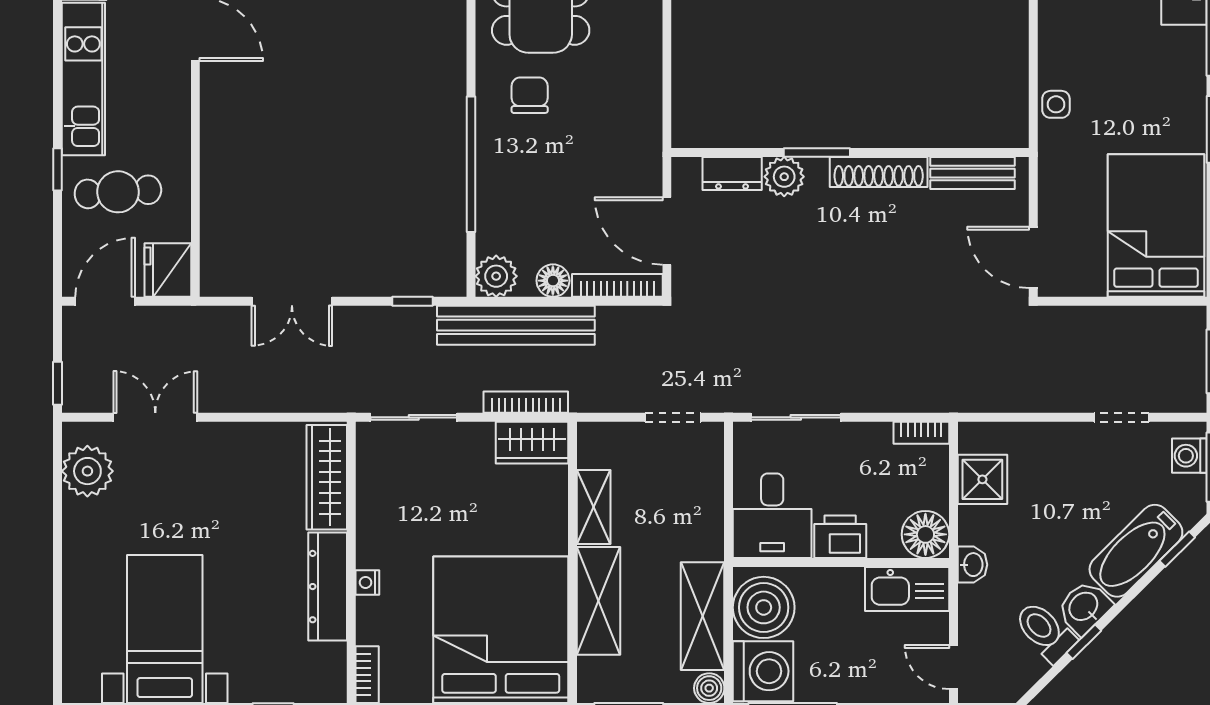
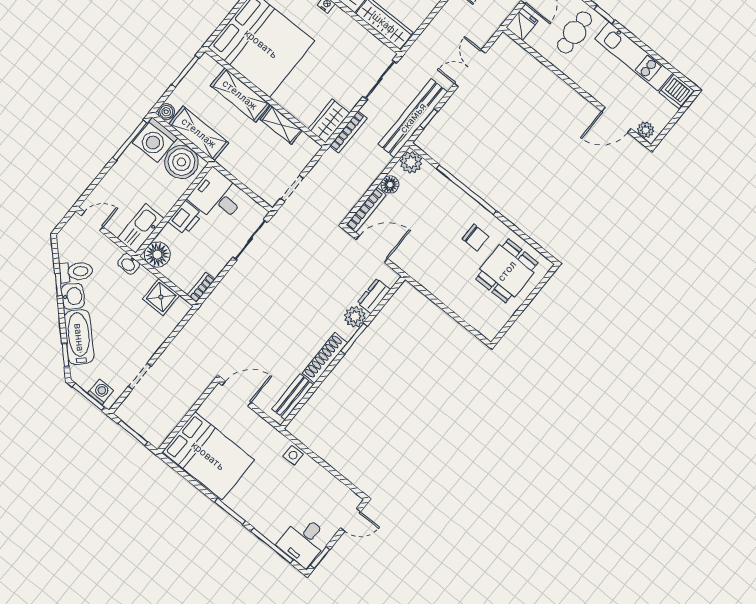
fridge: (168, 270) -> (522, 24), width x0.72
bench: (516, 325) -> (413, 118), moved

